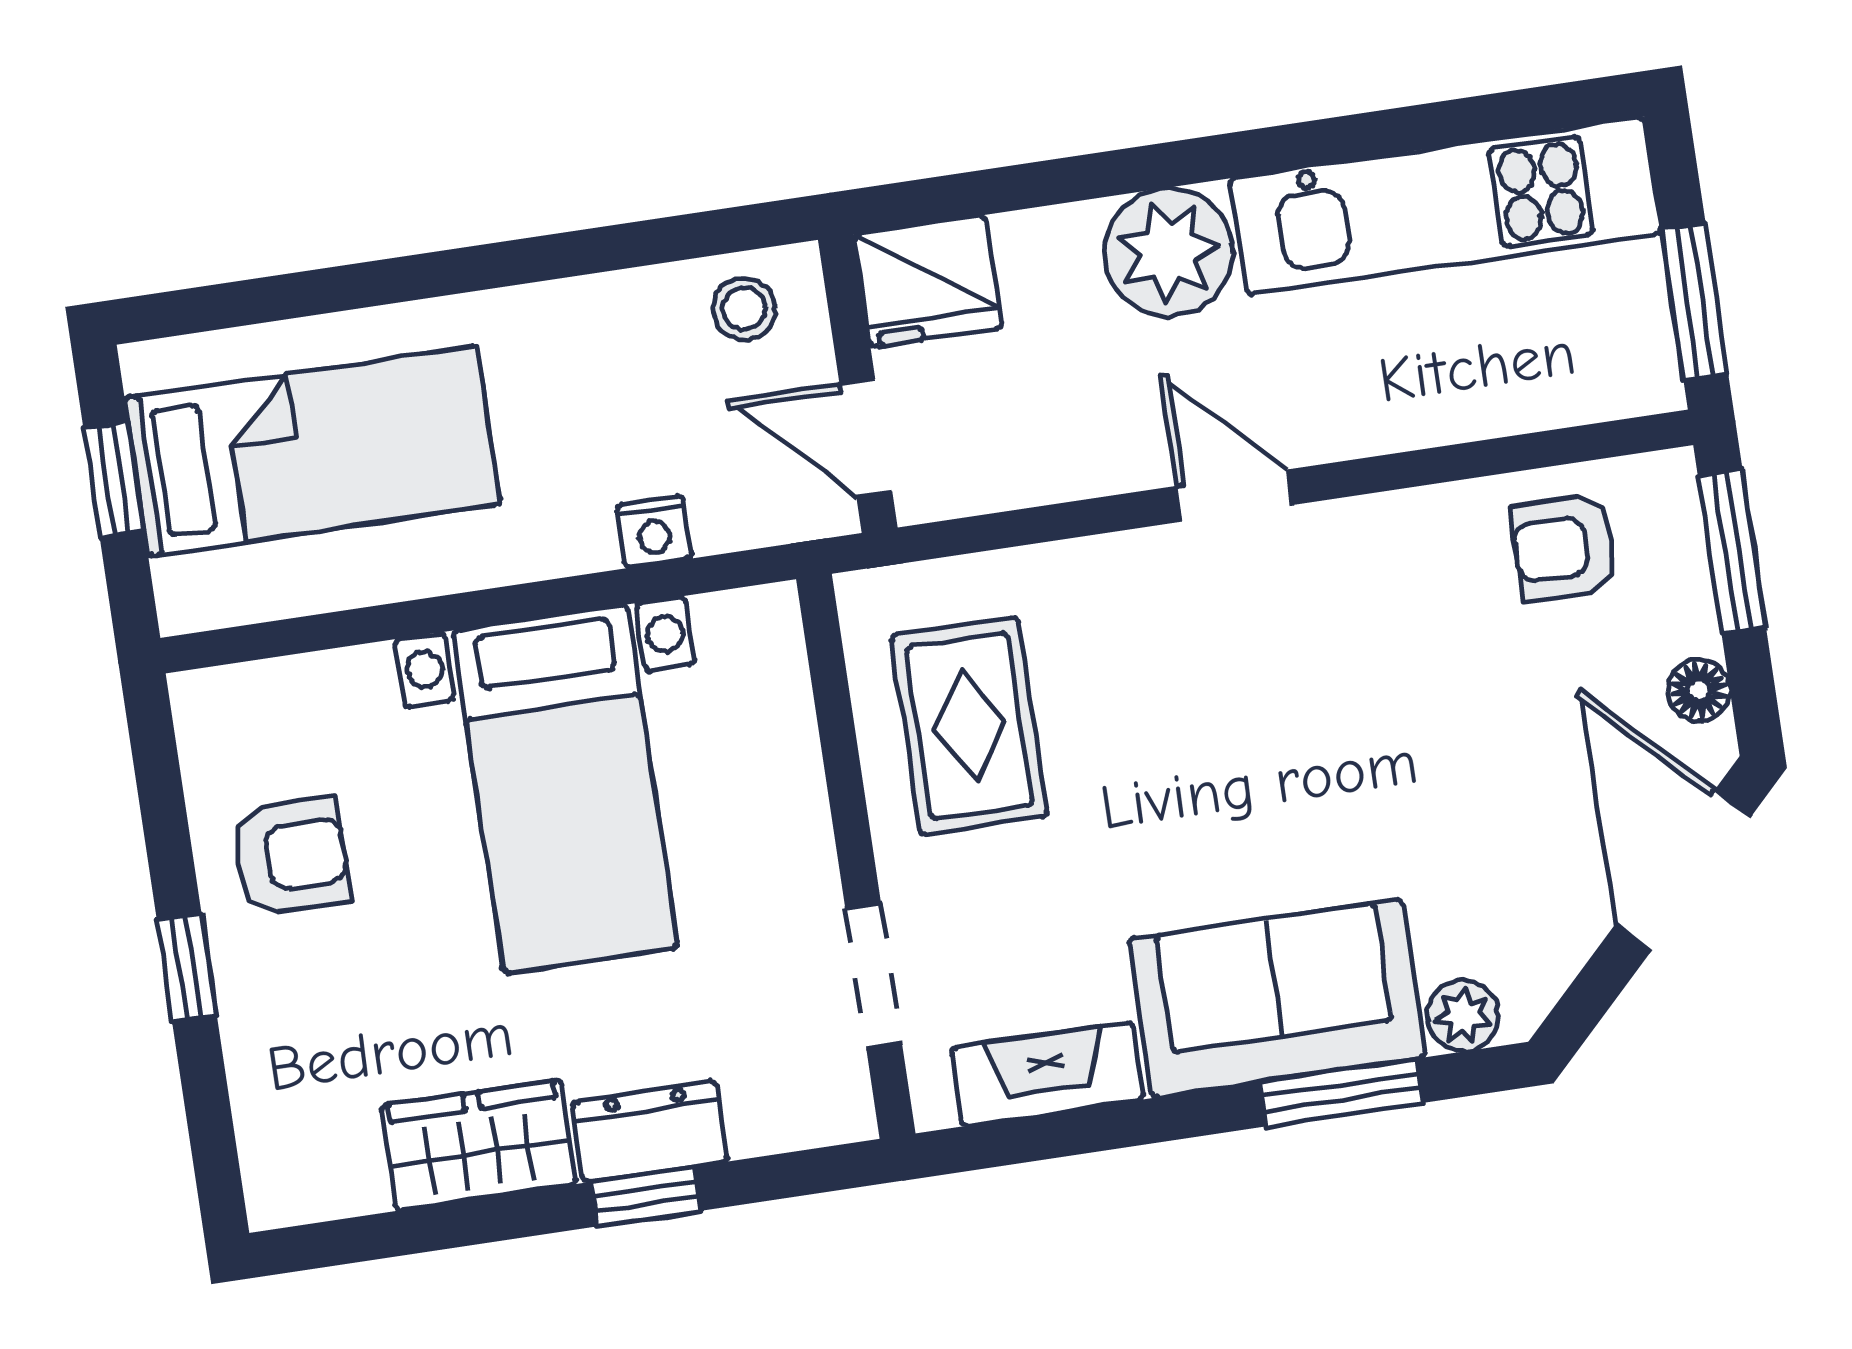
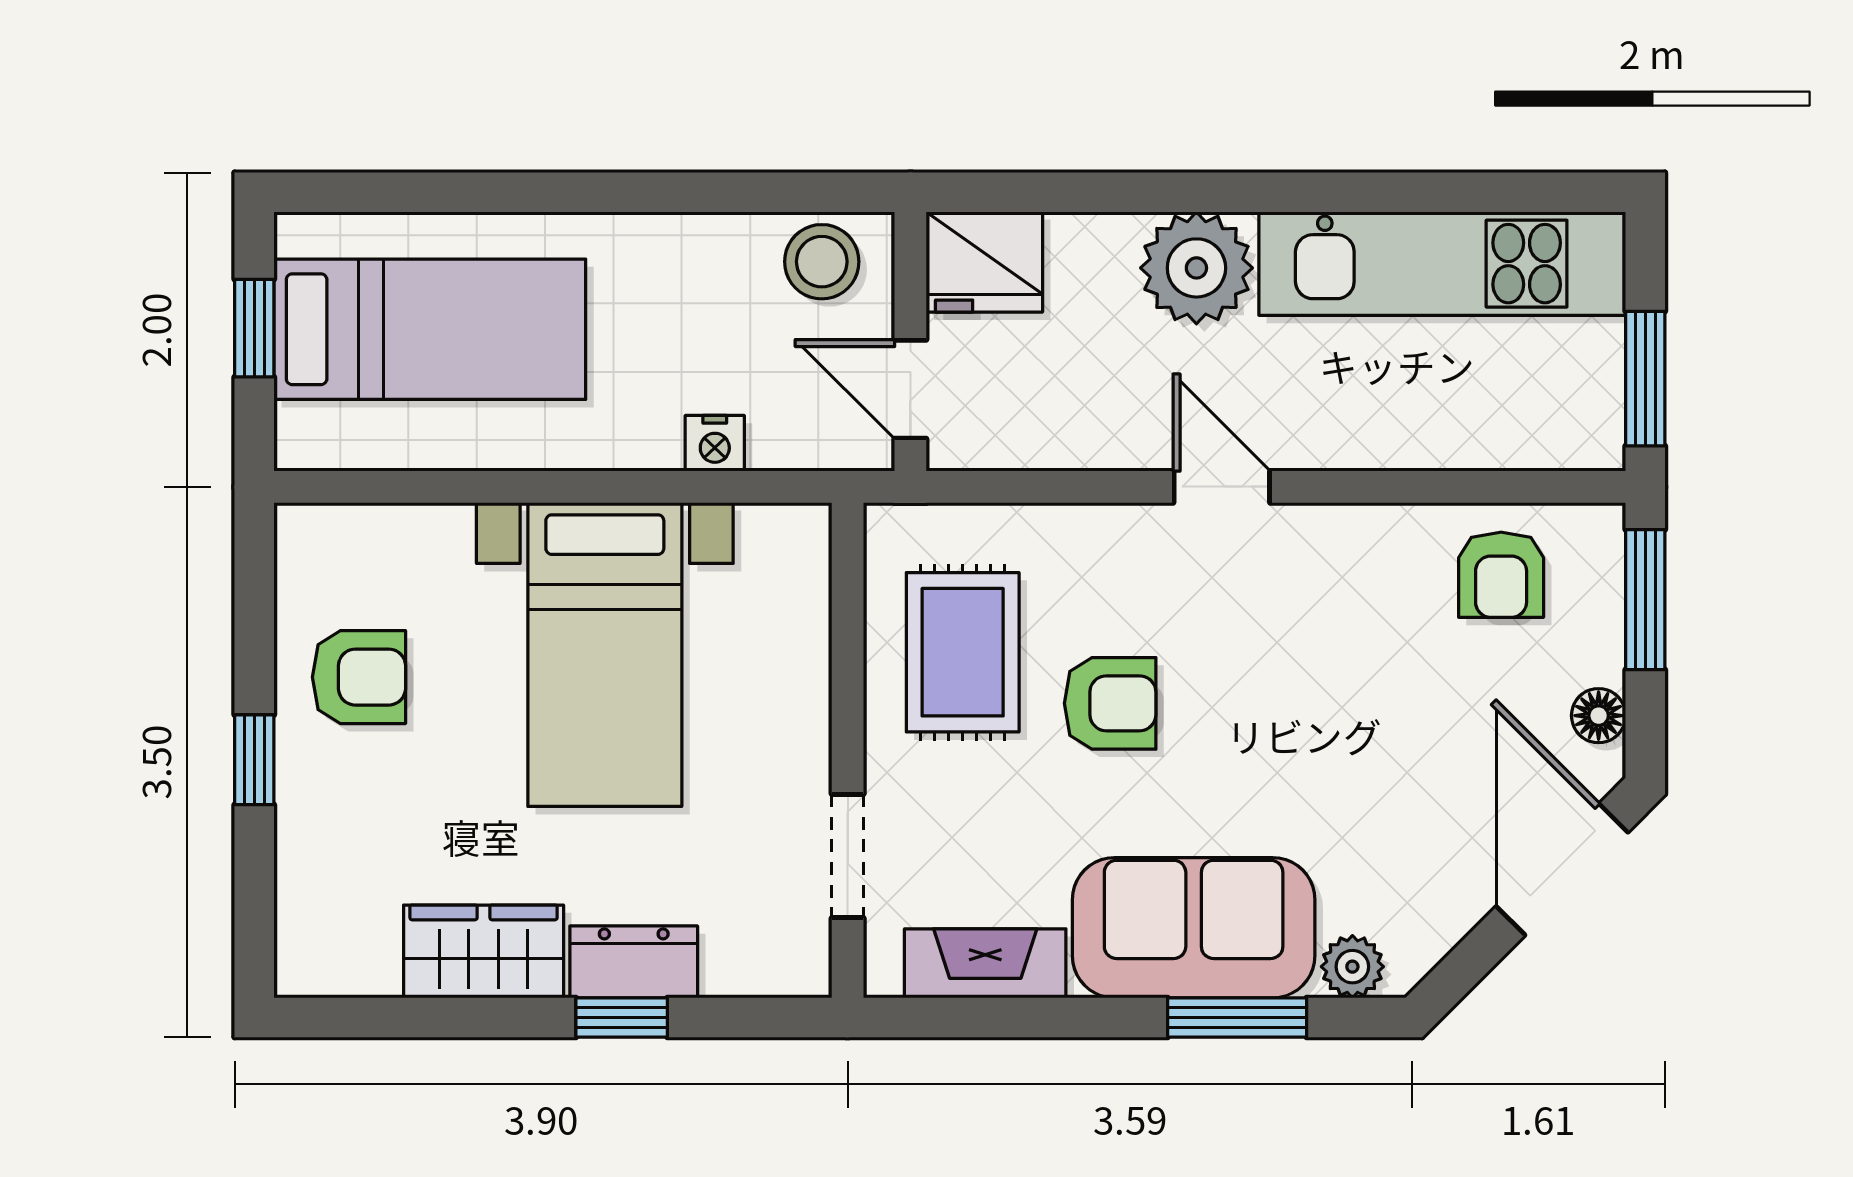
stool: (744, 308) -> (822, 262), width x1.37, depth x1.37
armchair: (1565, 548) -> (1501, 575), turned -90
armchair: (1145, 759) -> (1110, 703), added

